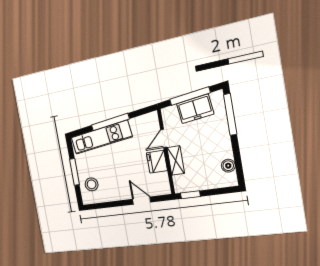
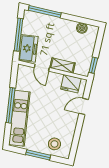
freezer: (195, 109) -> (28, 48), moved
fridge: (157, 162) -> (71, 84), moved

